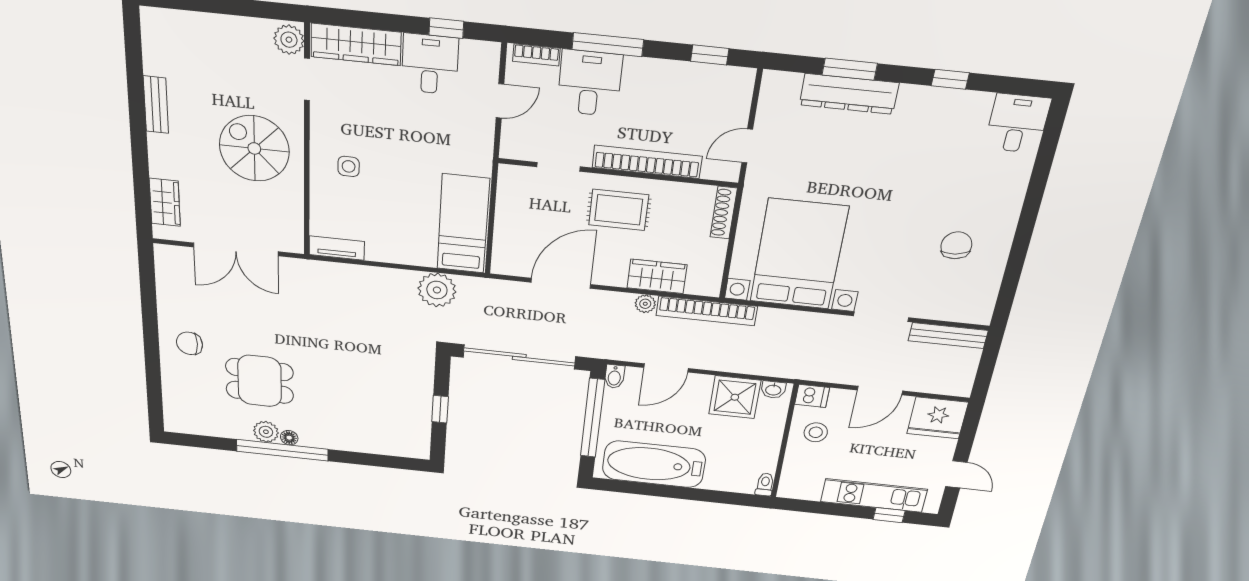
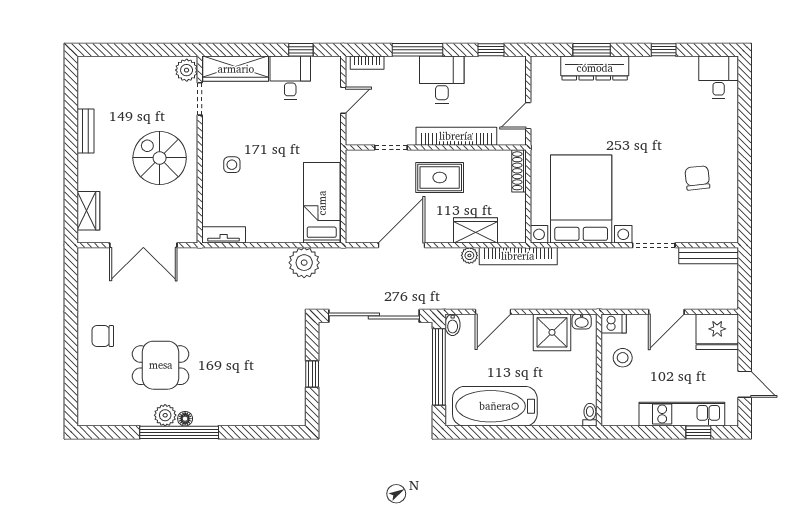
desk: (590, 83) -> (442, 80), moved

